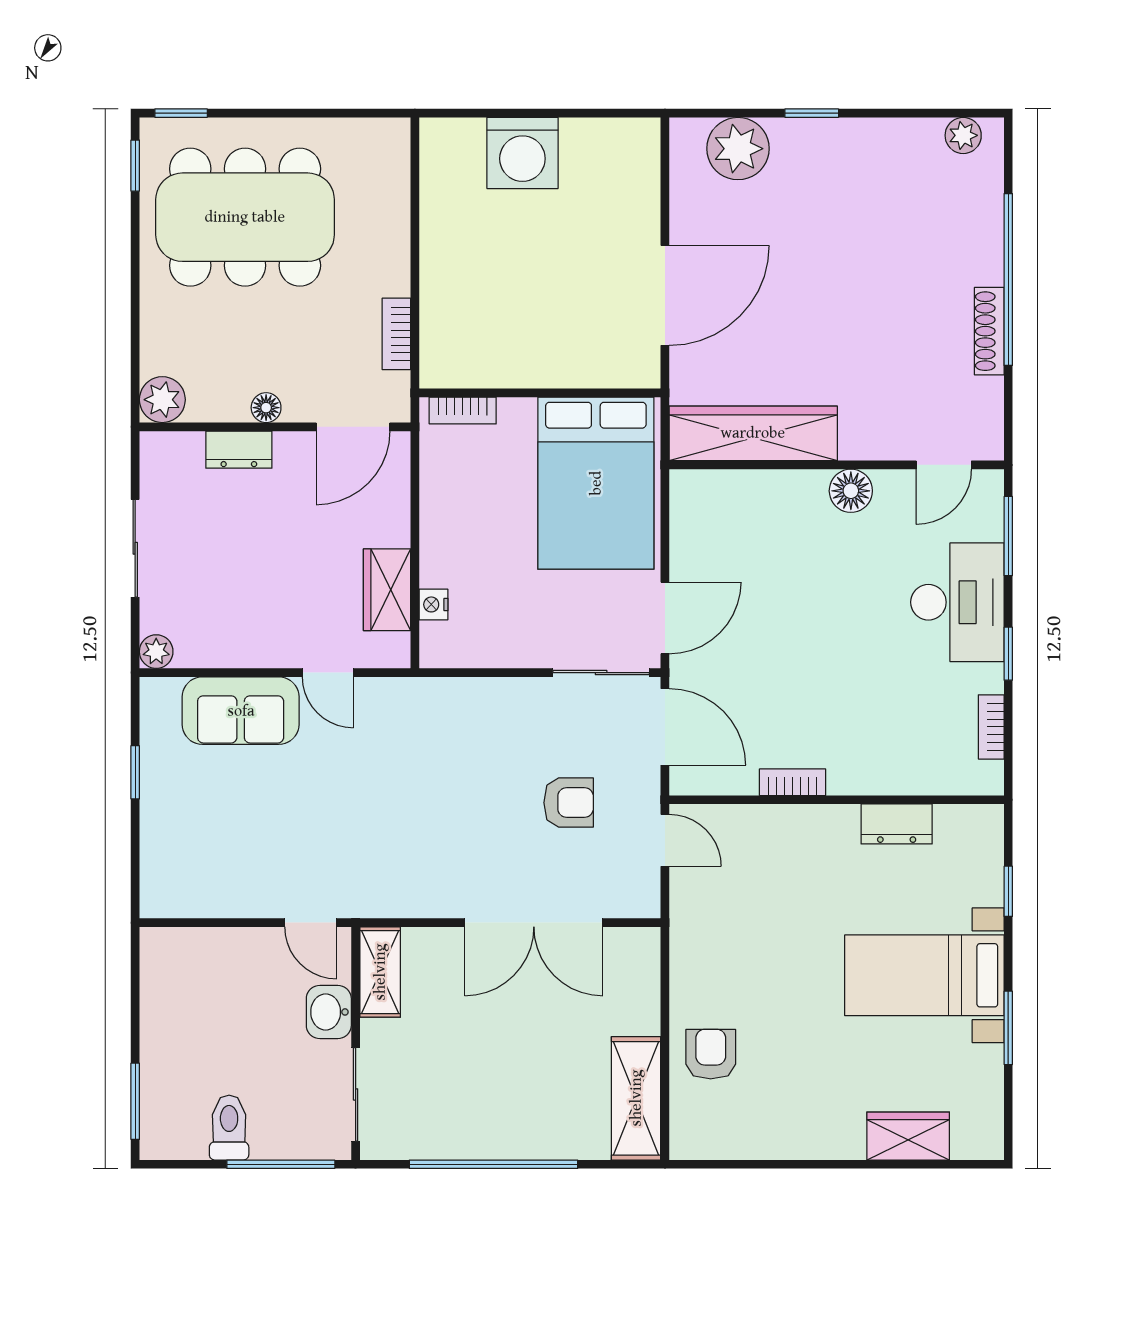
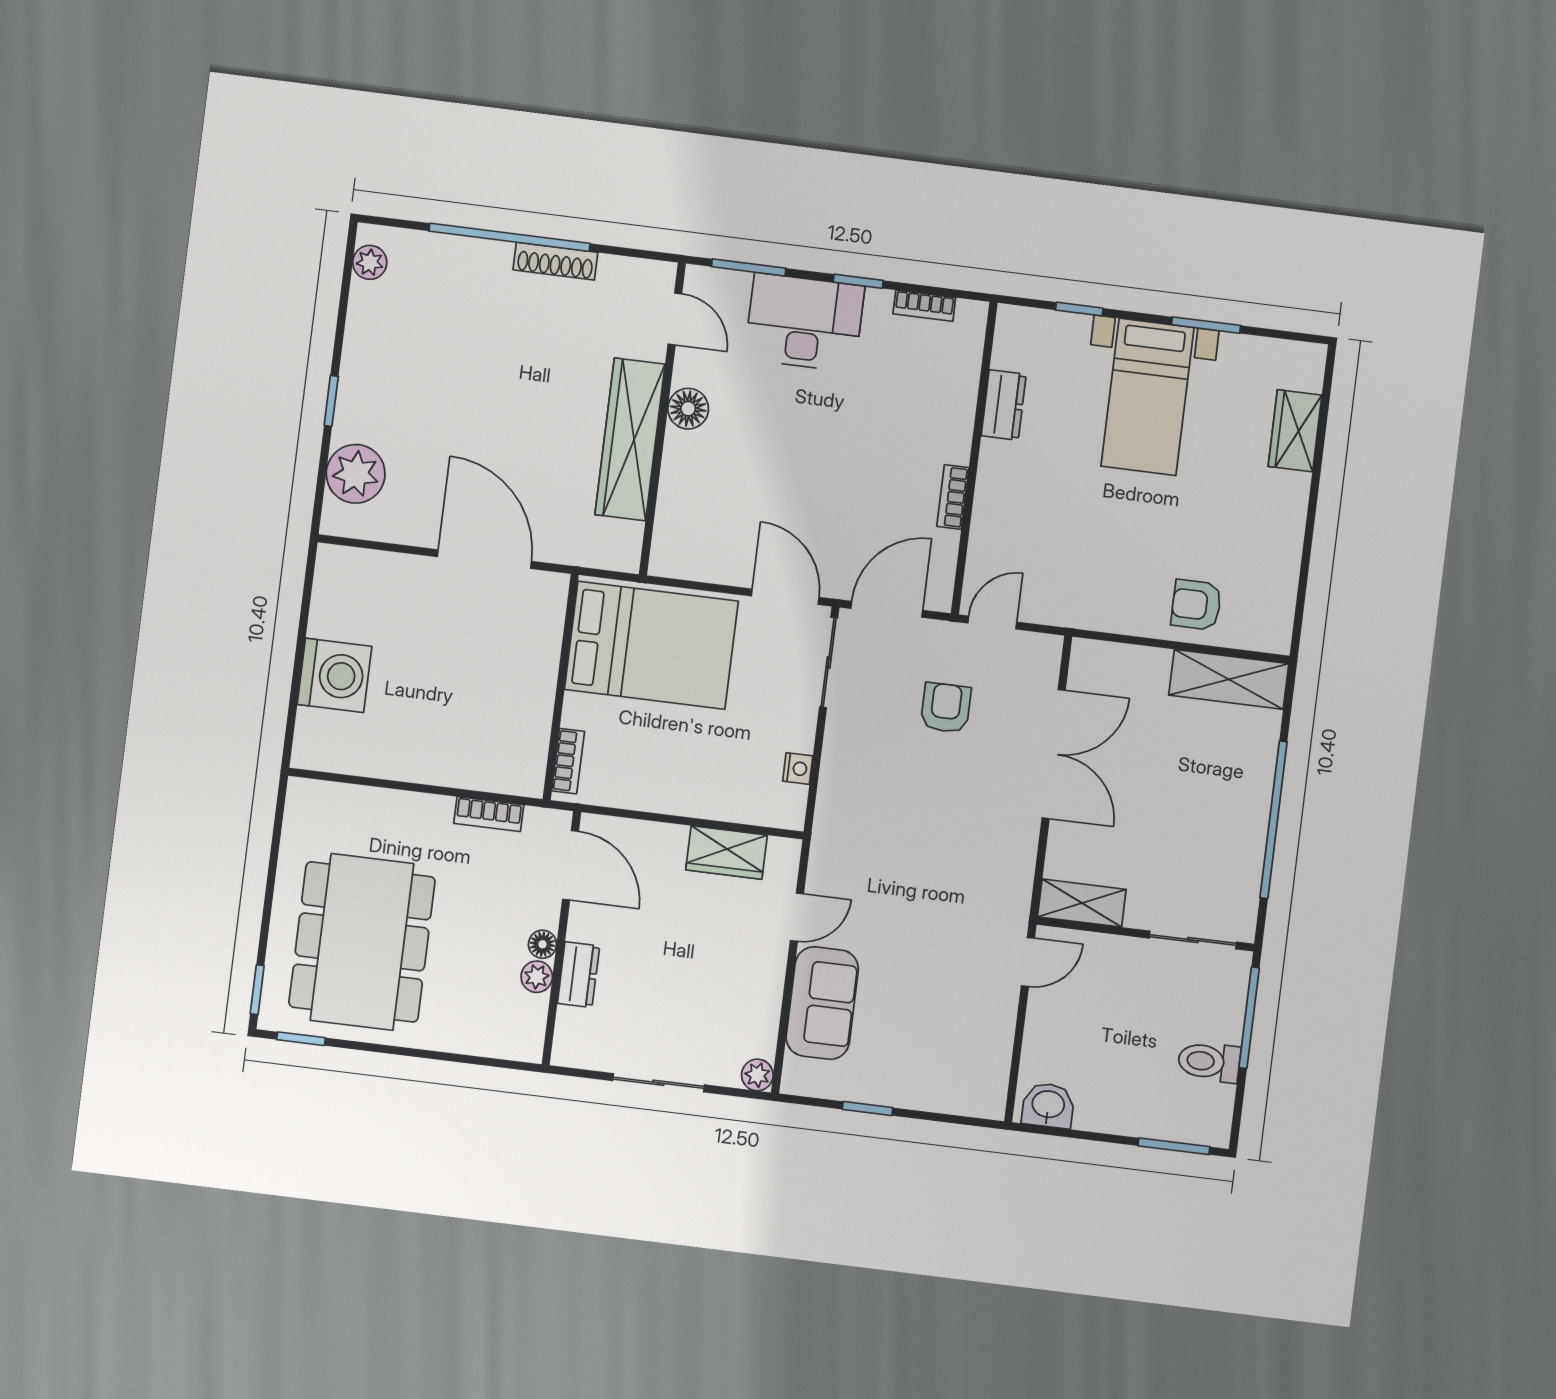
plant: (162, 400) -> (537, 977), moved, width x0.73, depth x0.73
wardrobe: (753, 433) -> (630, 439), moved
nightstand: (434, 604) -> (798, 769), moved, turned -90
washbasin: (329, 1012) -> (1048, 1105), moved, turned 180

